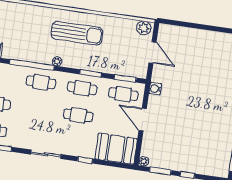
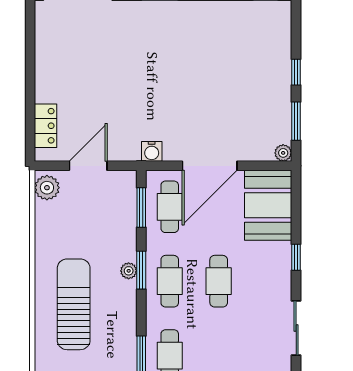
locker: (178, 32) -> (46, 126), added
plant: (57, 61) -> (129, 271), moved
door: (143, 120) -> (210, 166), width x1.36

